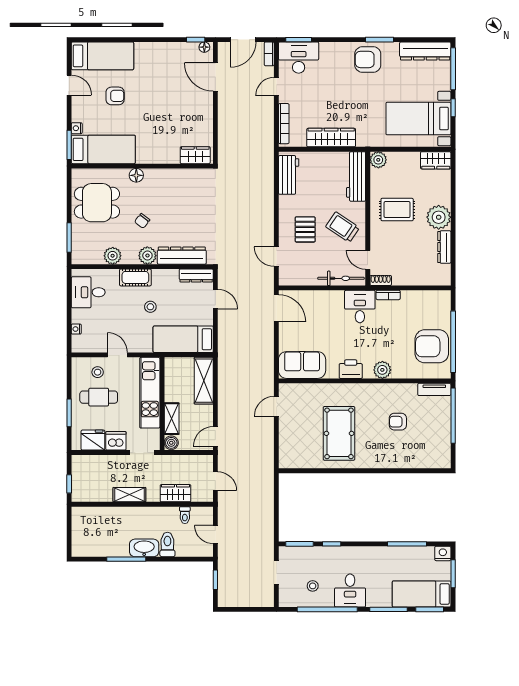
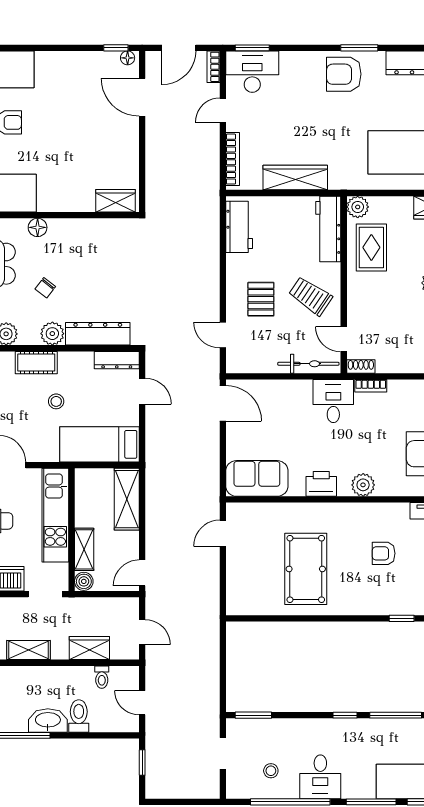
rug: (397, 210) -> (371, 247), moved, turned 90
window: (412, 471) -> (402, 618), added
window: (332, 544) -> (345, 715), moved

